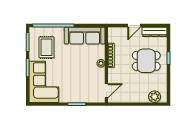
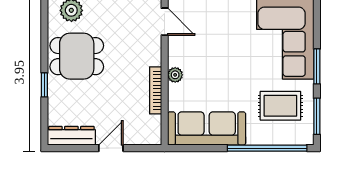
rug: (46, 47) -> (280, 106), turned 90
dining table: (146, 61) -> (77, 56), moved
door: (106, 91) -> (165, 22), swing flipped

